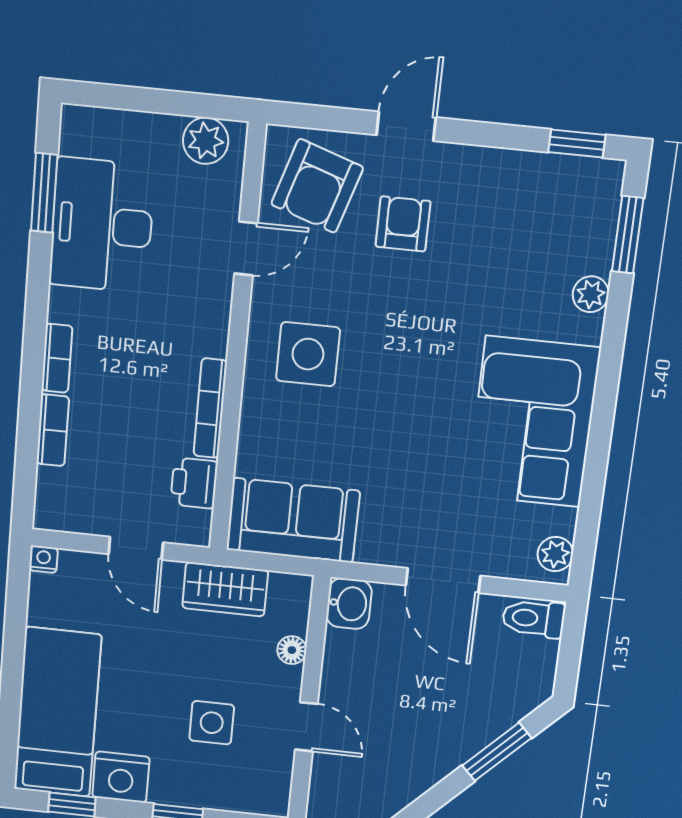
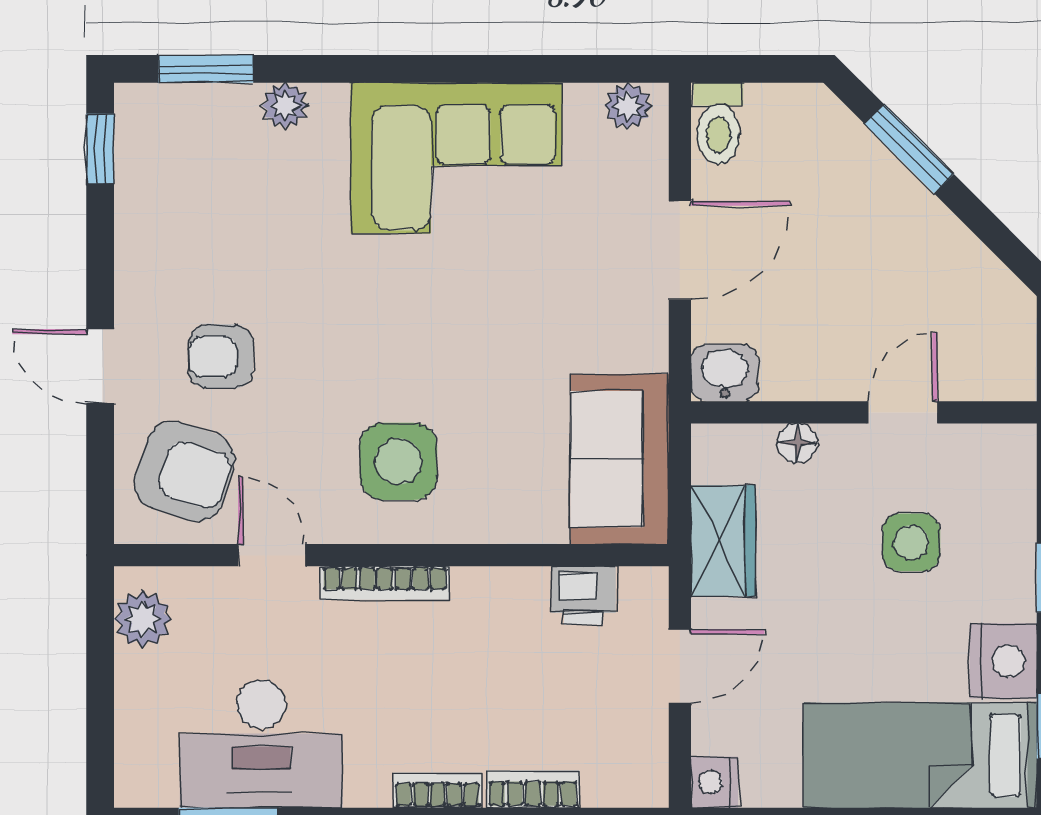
bookcase: (210, 408) -> (385, 583), moved
nightstand: (43, 559) -> (714, 782), width x1.39, depth x1.35

